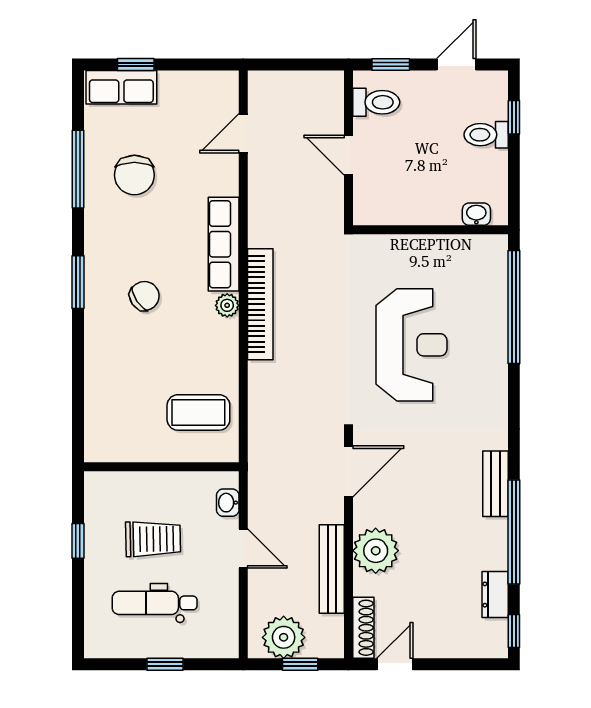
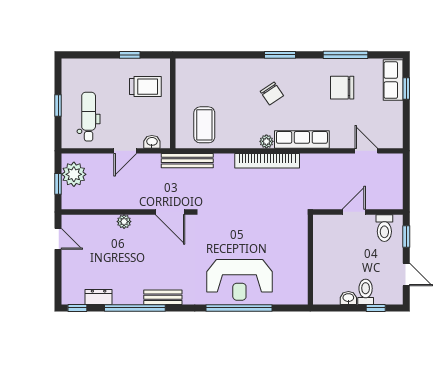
washbasin: (476, 214) -> (348, 298), moved, turned -90
window: (514, 307) -> (239, 308), moved
reception desk: (411, 345) -> (239, 280), moved
trolley: (153, 539) -> (145, 87), moved, turned -89
plant: (376, 551) -> (124, 222), width x0.53, depth x0.53
bench: (332, 569) -> (187, 161), moved
dental chair: (155, 603) -> (89, 117), moved
shoe rack: (363, 628) -> (79, 221), removed

